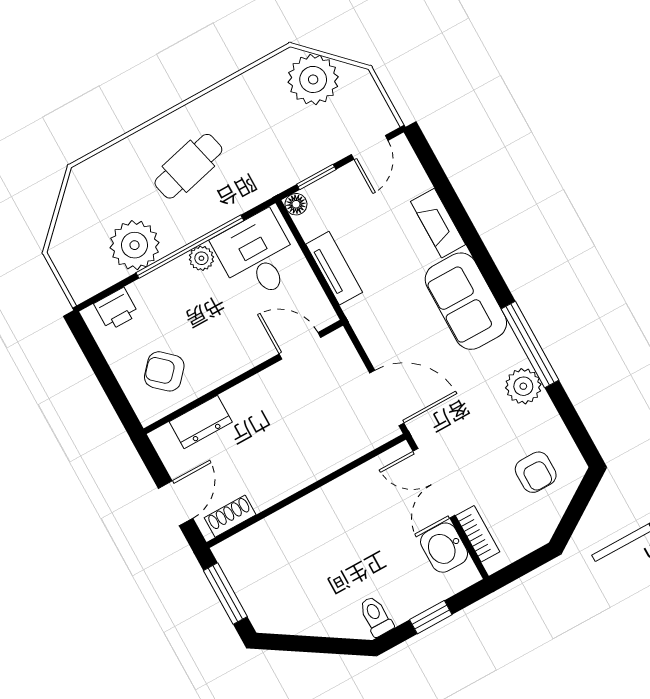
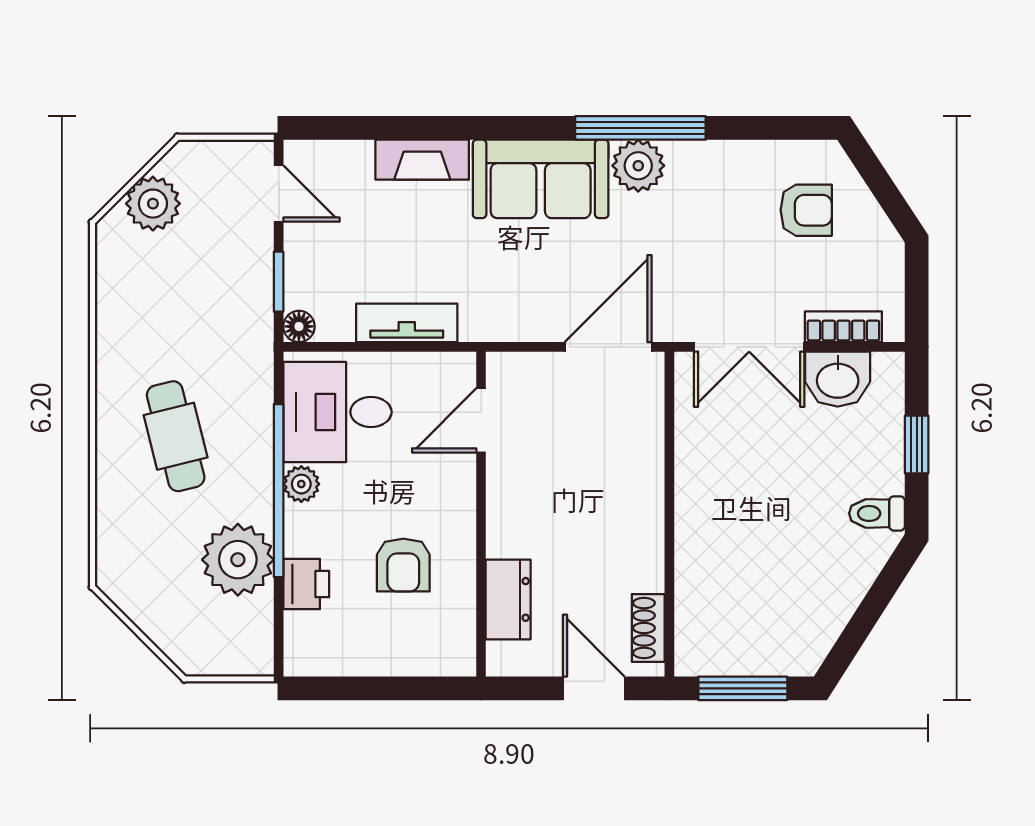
plant: (313, 79) -> (153, 204), width x0.73, depth x0.73
printer: (116, 309) -> (306, 584), moved
armchair: (164, 371) -> (403, 565), moved, turned -42
plant: (523, 386) -> (638, 166), moved

